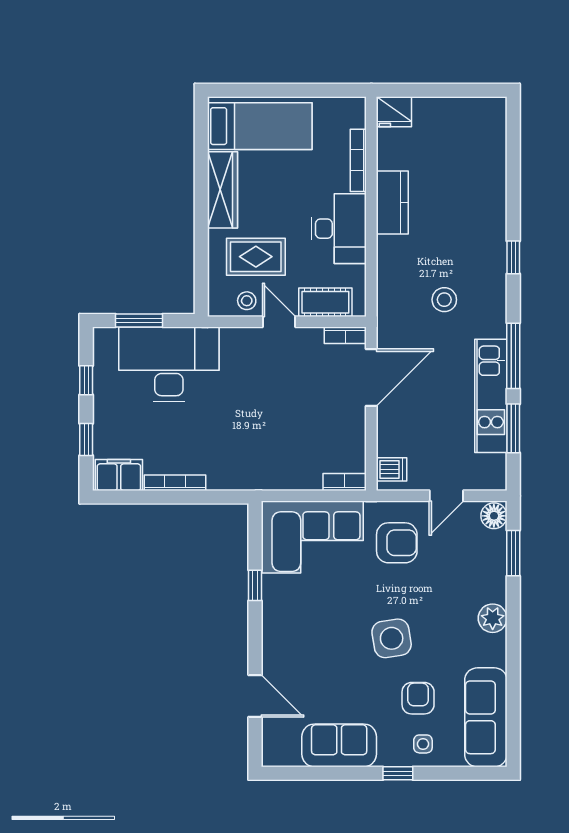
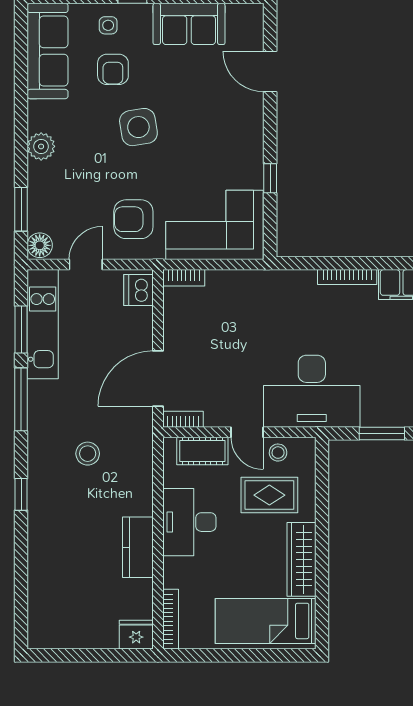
bookcase: (358, 160) -> (171, 619), moved
desk: (169, 364) -> (312, 391), moved
kitchen unit: (491, 396) -> (43, 324), moved
dishwasher: (392, 469) -> (138, 290), width x1.38

